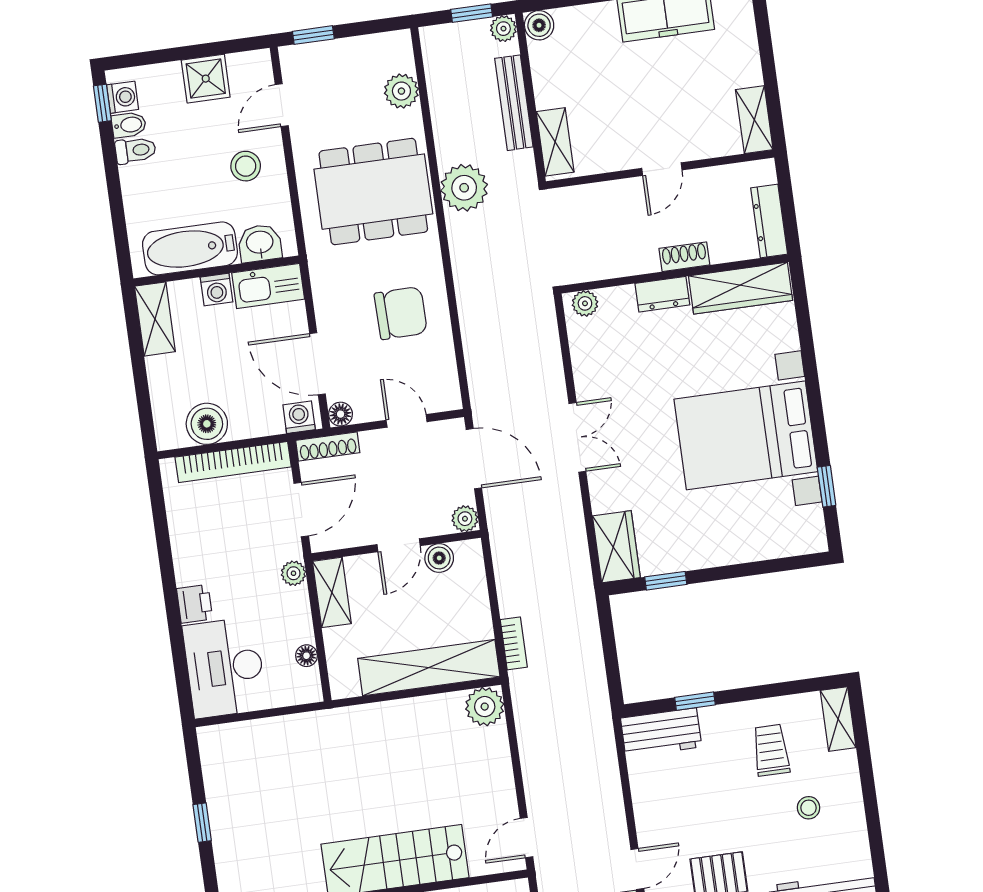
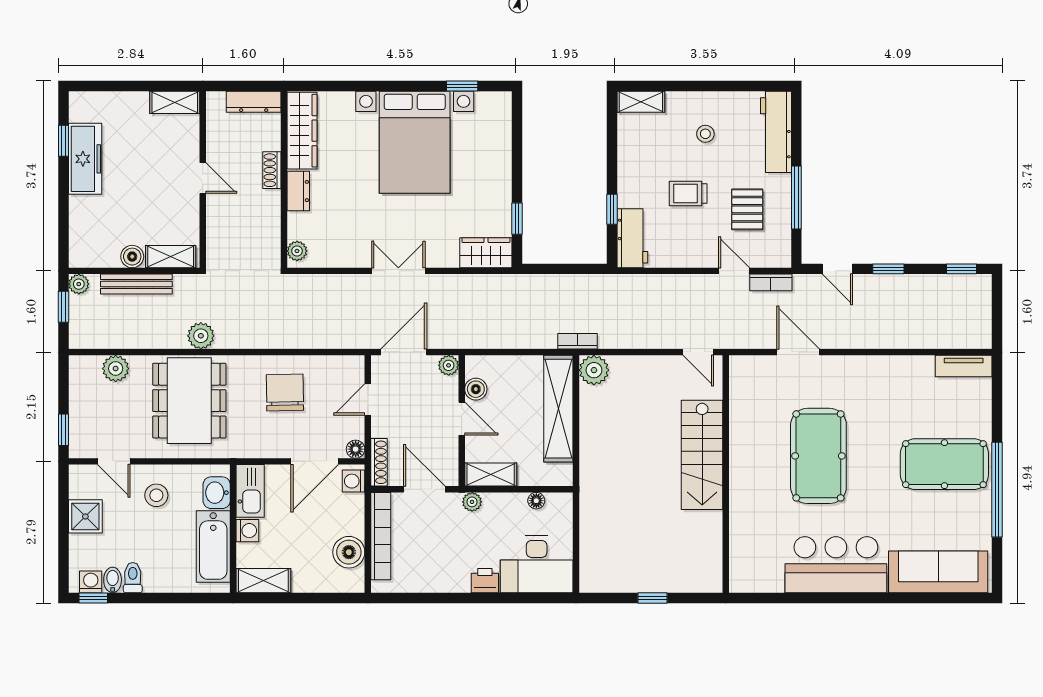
boiler: (539, 25) -> (132, 257), moved
plant: (464, 188) -> (201, 336), width x0.73, depth x0.73
bookcase: (514, 643) -> (578, 341), moved
trolley: (771, 750) -> (688, 194), moved

